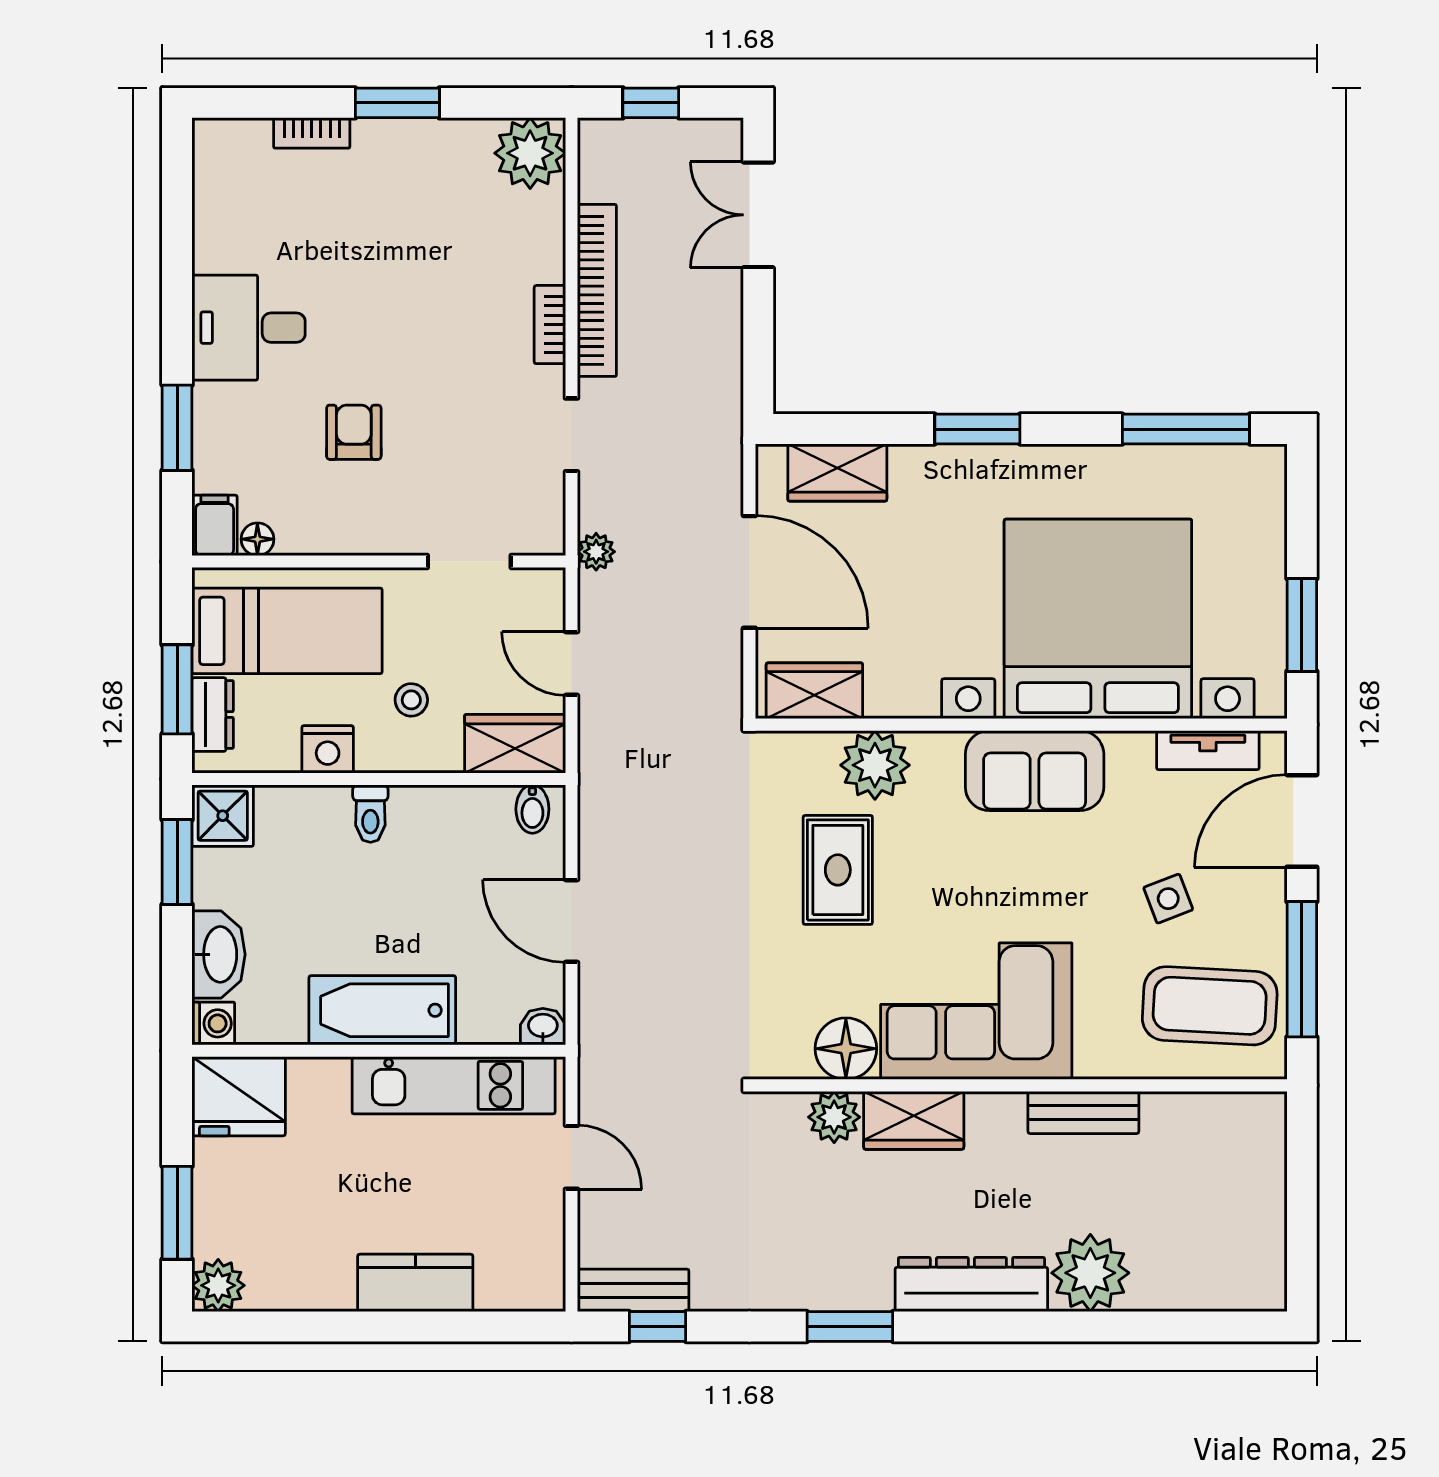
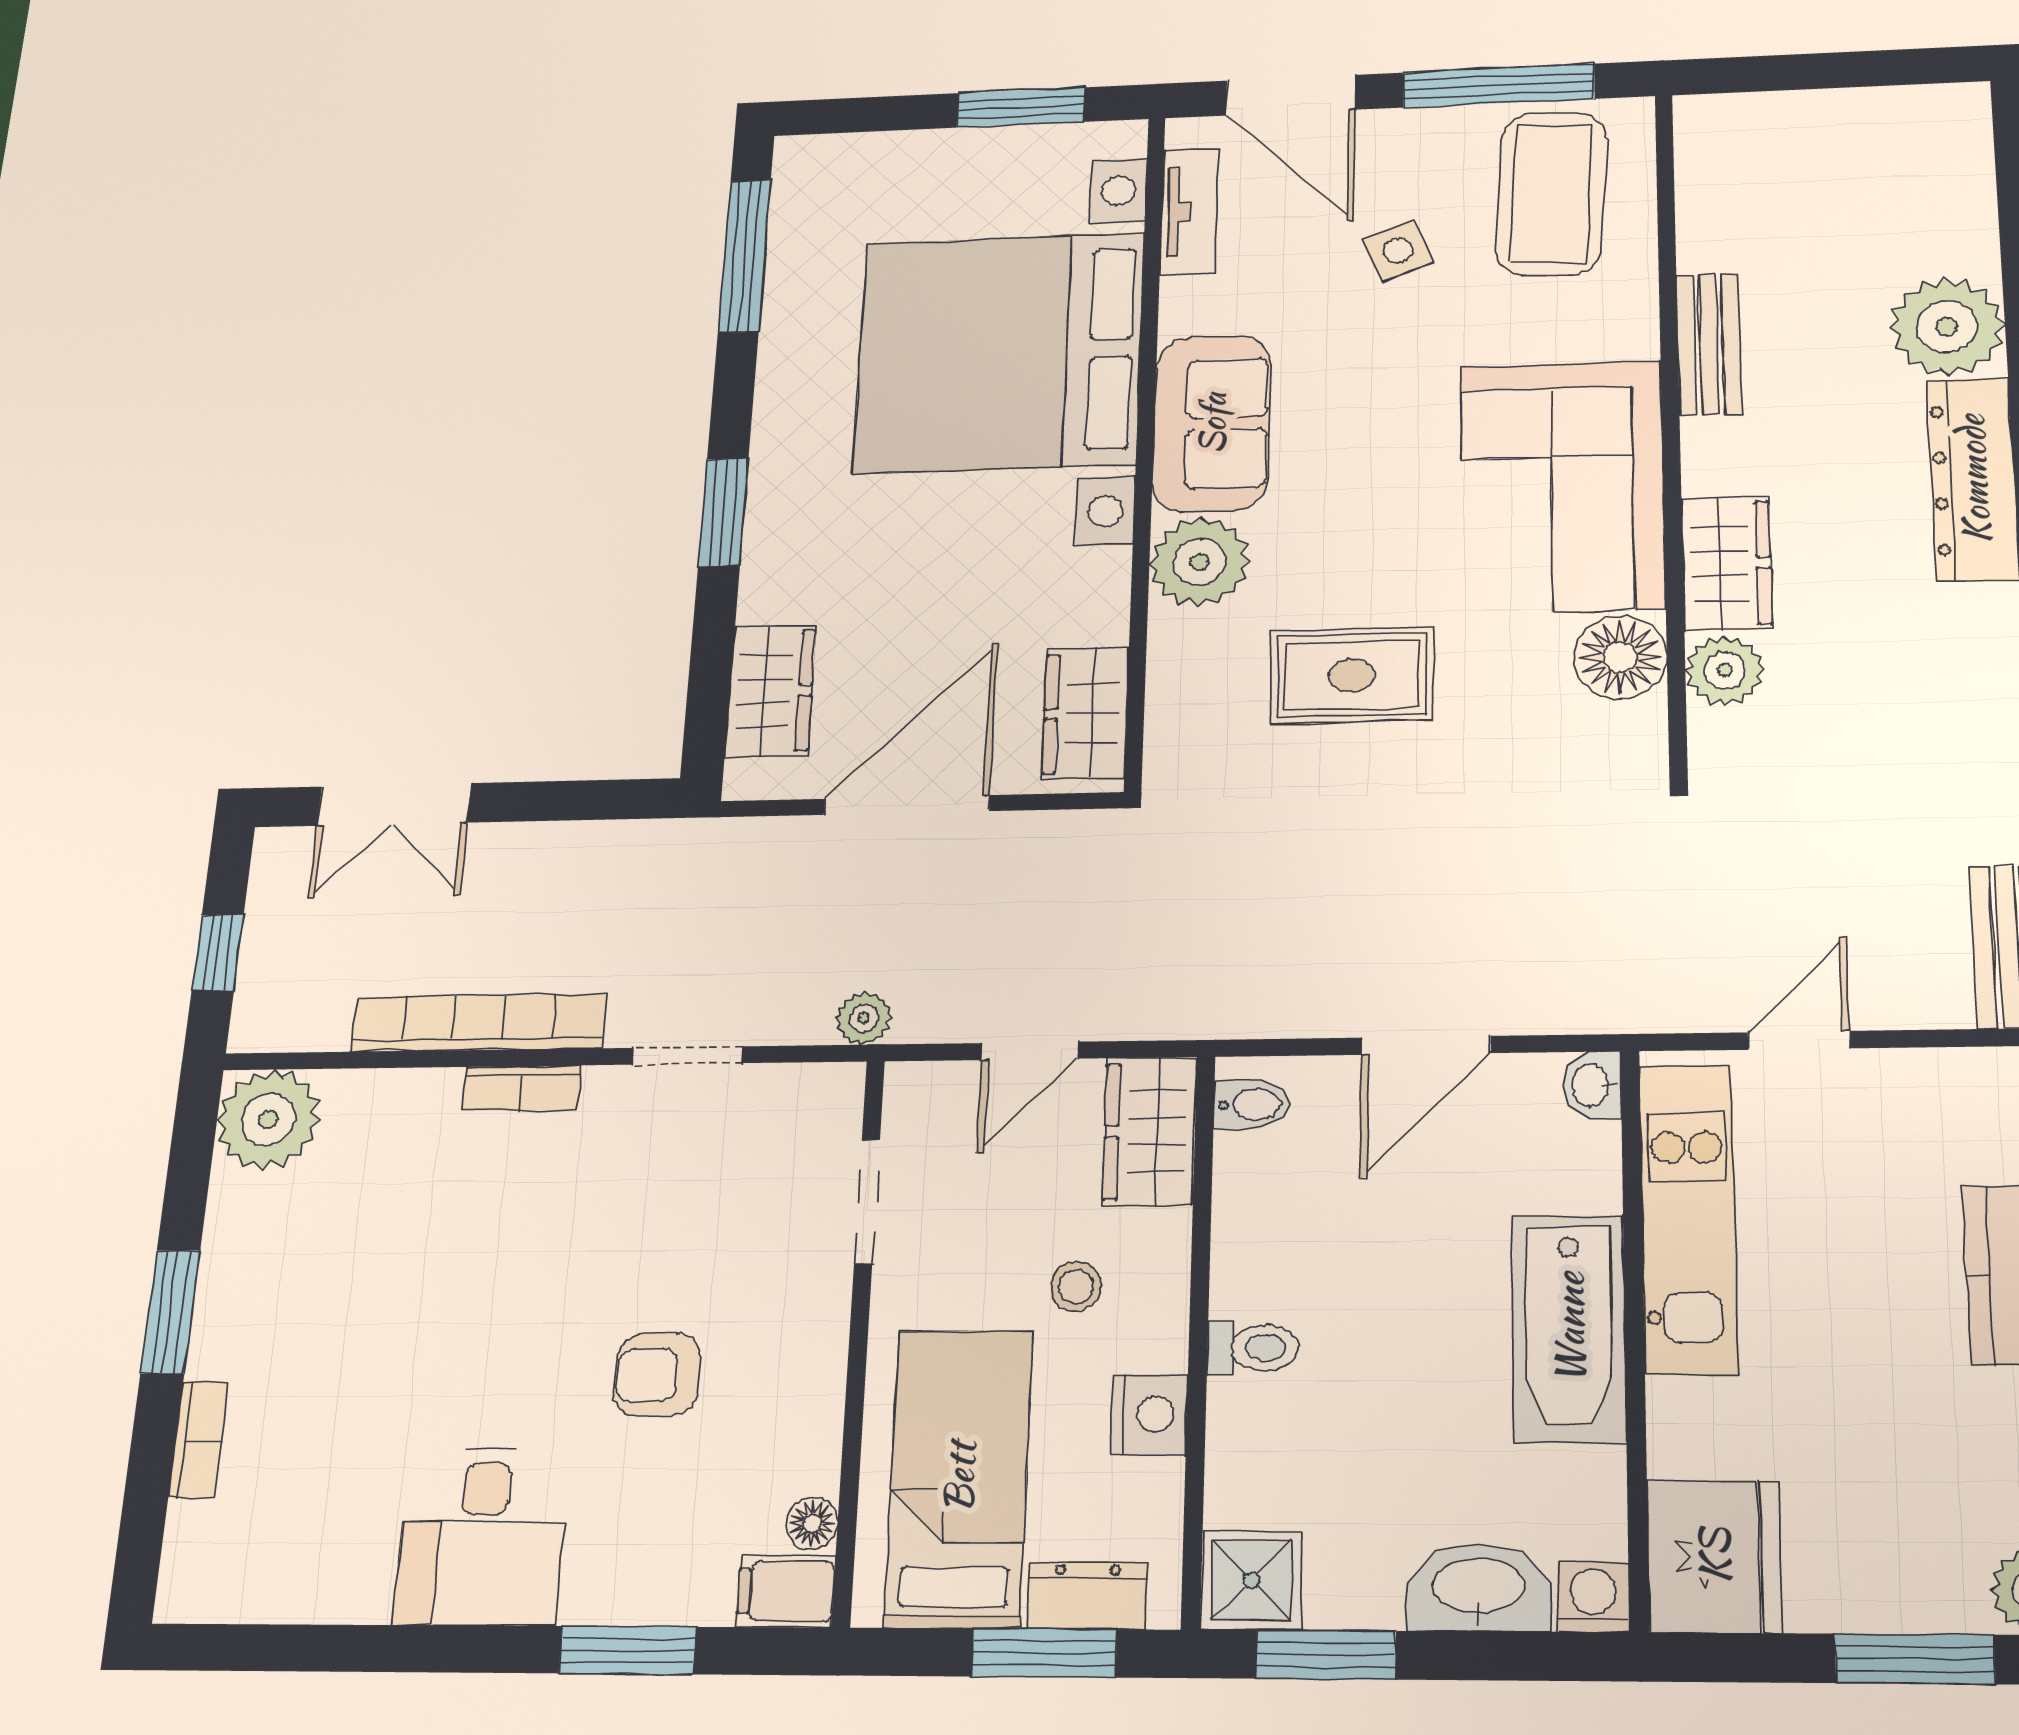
plant: (875, 765) -> (1200, 562), moved

